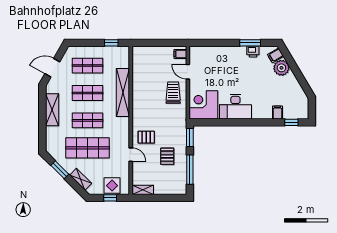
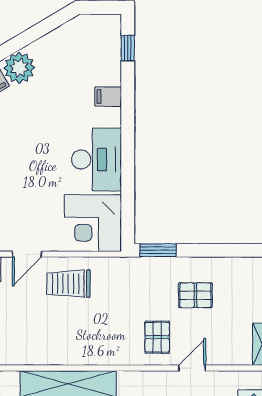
filing cabinet: (277, 113) -> (108, 97), moved
window: (190, 170) -> (222, 250), removed

